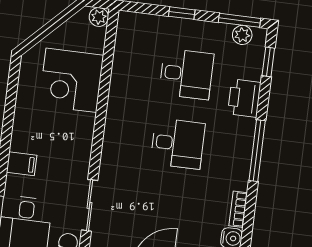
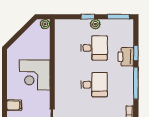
plant: (242, 35) -> (95, 24), moved
window: (268, 62) -> (136, 53), moved
corner desk: (71, 80) -> (35, 75), moved

